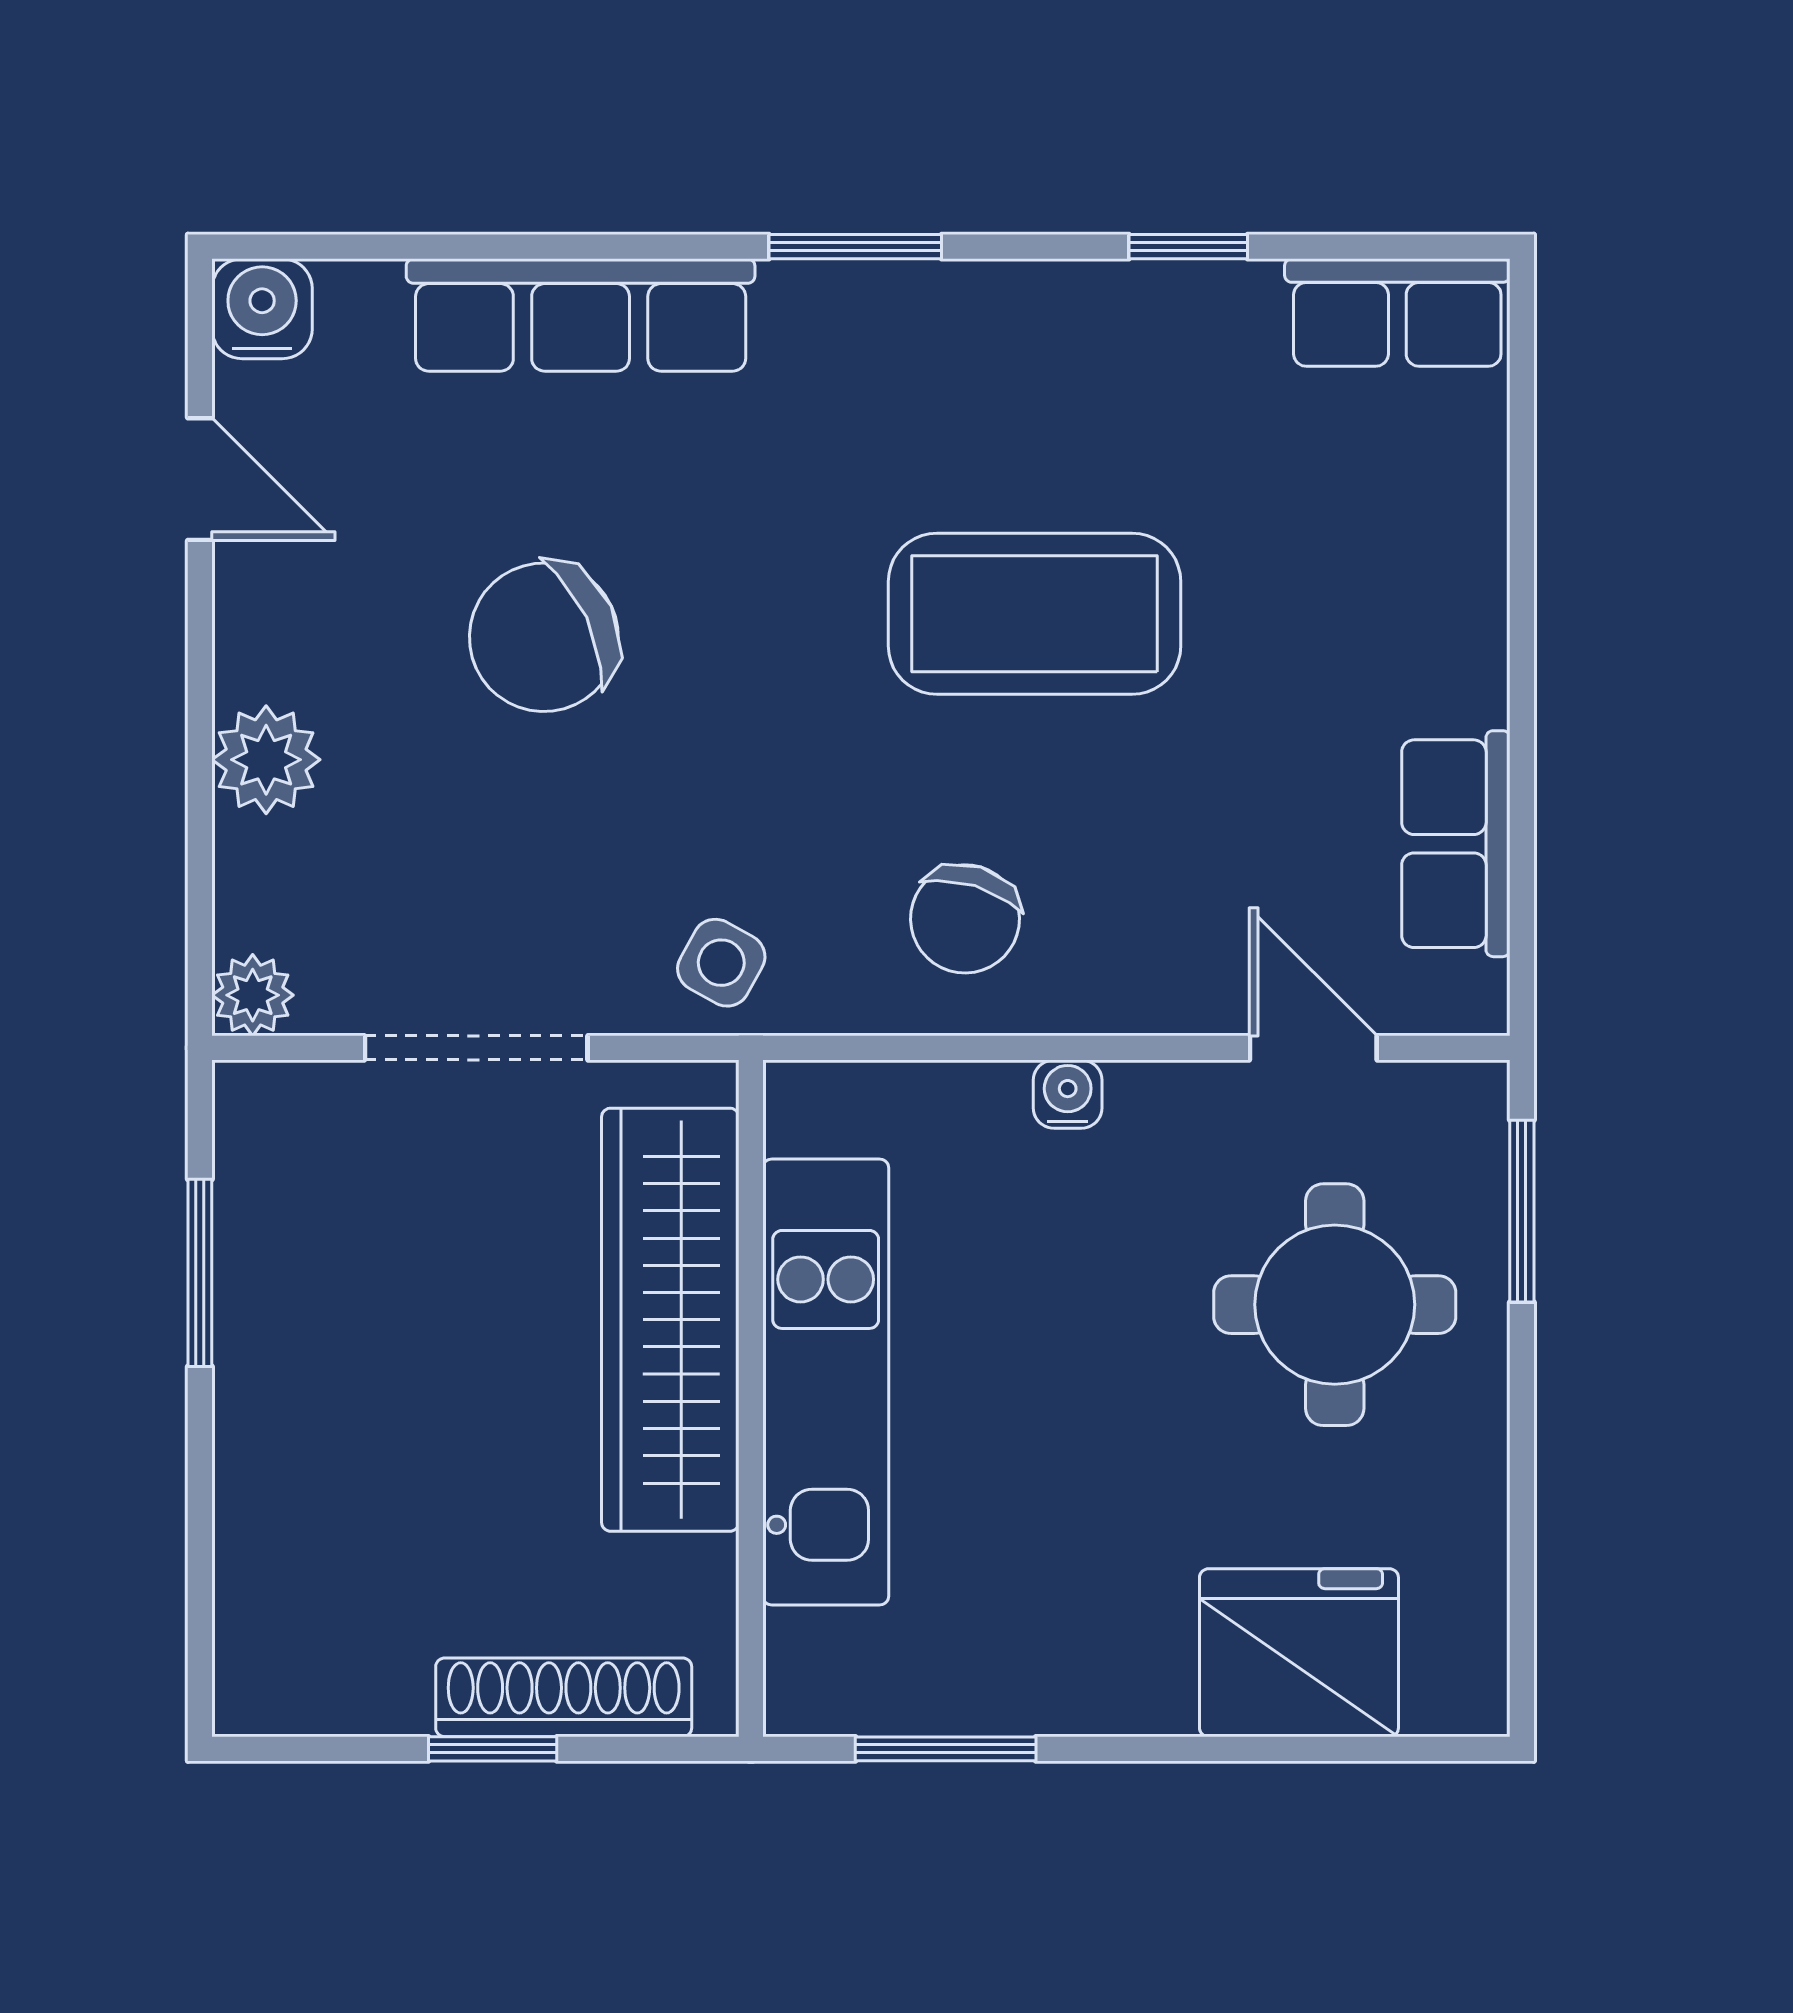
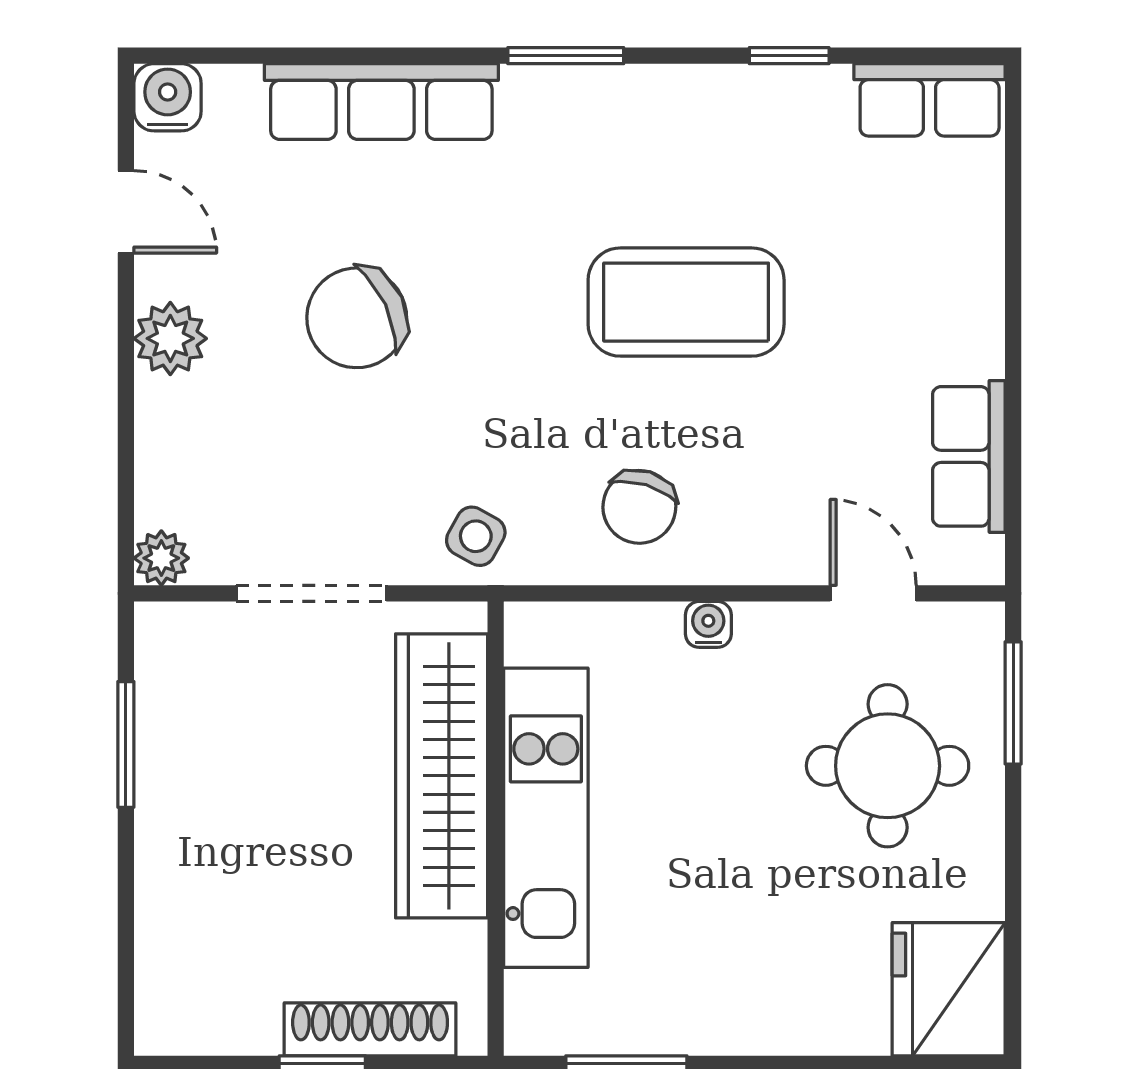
plant: (266, 760) -> (170, 338), moved
fridge: (1299, 1653) -> (949, 989), moved, turned -90

